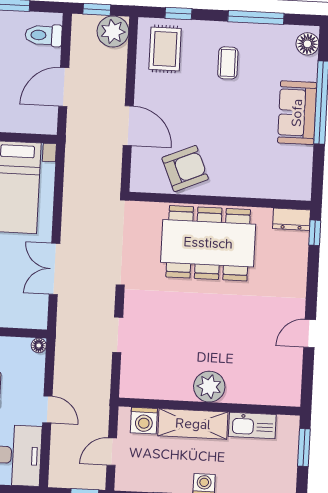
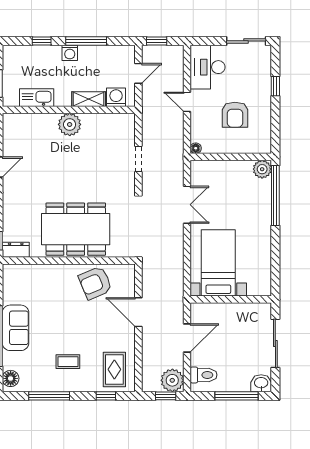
plant: (113, 31) -> (172, 380), moved
coffee table: (228, 63) -> (68, 362), turned 90
shelving: (193, 424) -> (89, 99), width x0.67, depth x0.75

